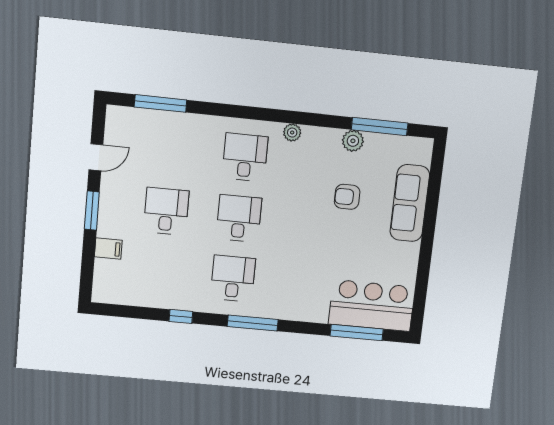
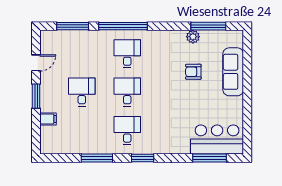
window: (243, 112) -> (123, 26), added
plant: (292, 133) -> (155, 35), removed
window: (181, 316) -> (97, 158), width x2.17
window: (253, 323) -> (143, 158), width x0.69

